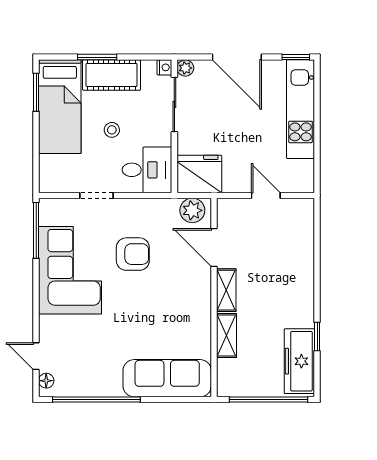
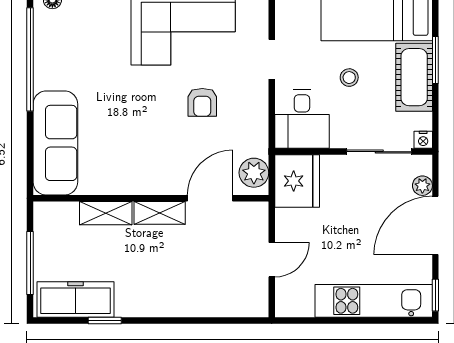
plant: (185, 68) -> (422, 186), moved
armchair: (133, 254) -> (202, 102), width x0.72, depth x0.72
window: (269, 400) -> (30, 263), width x0.68

